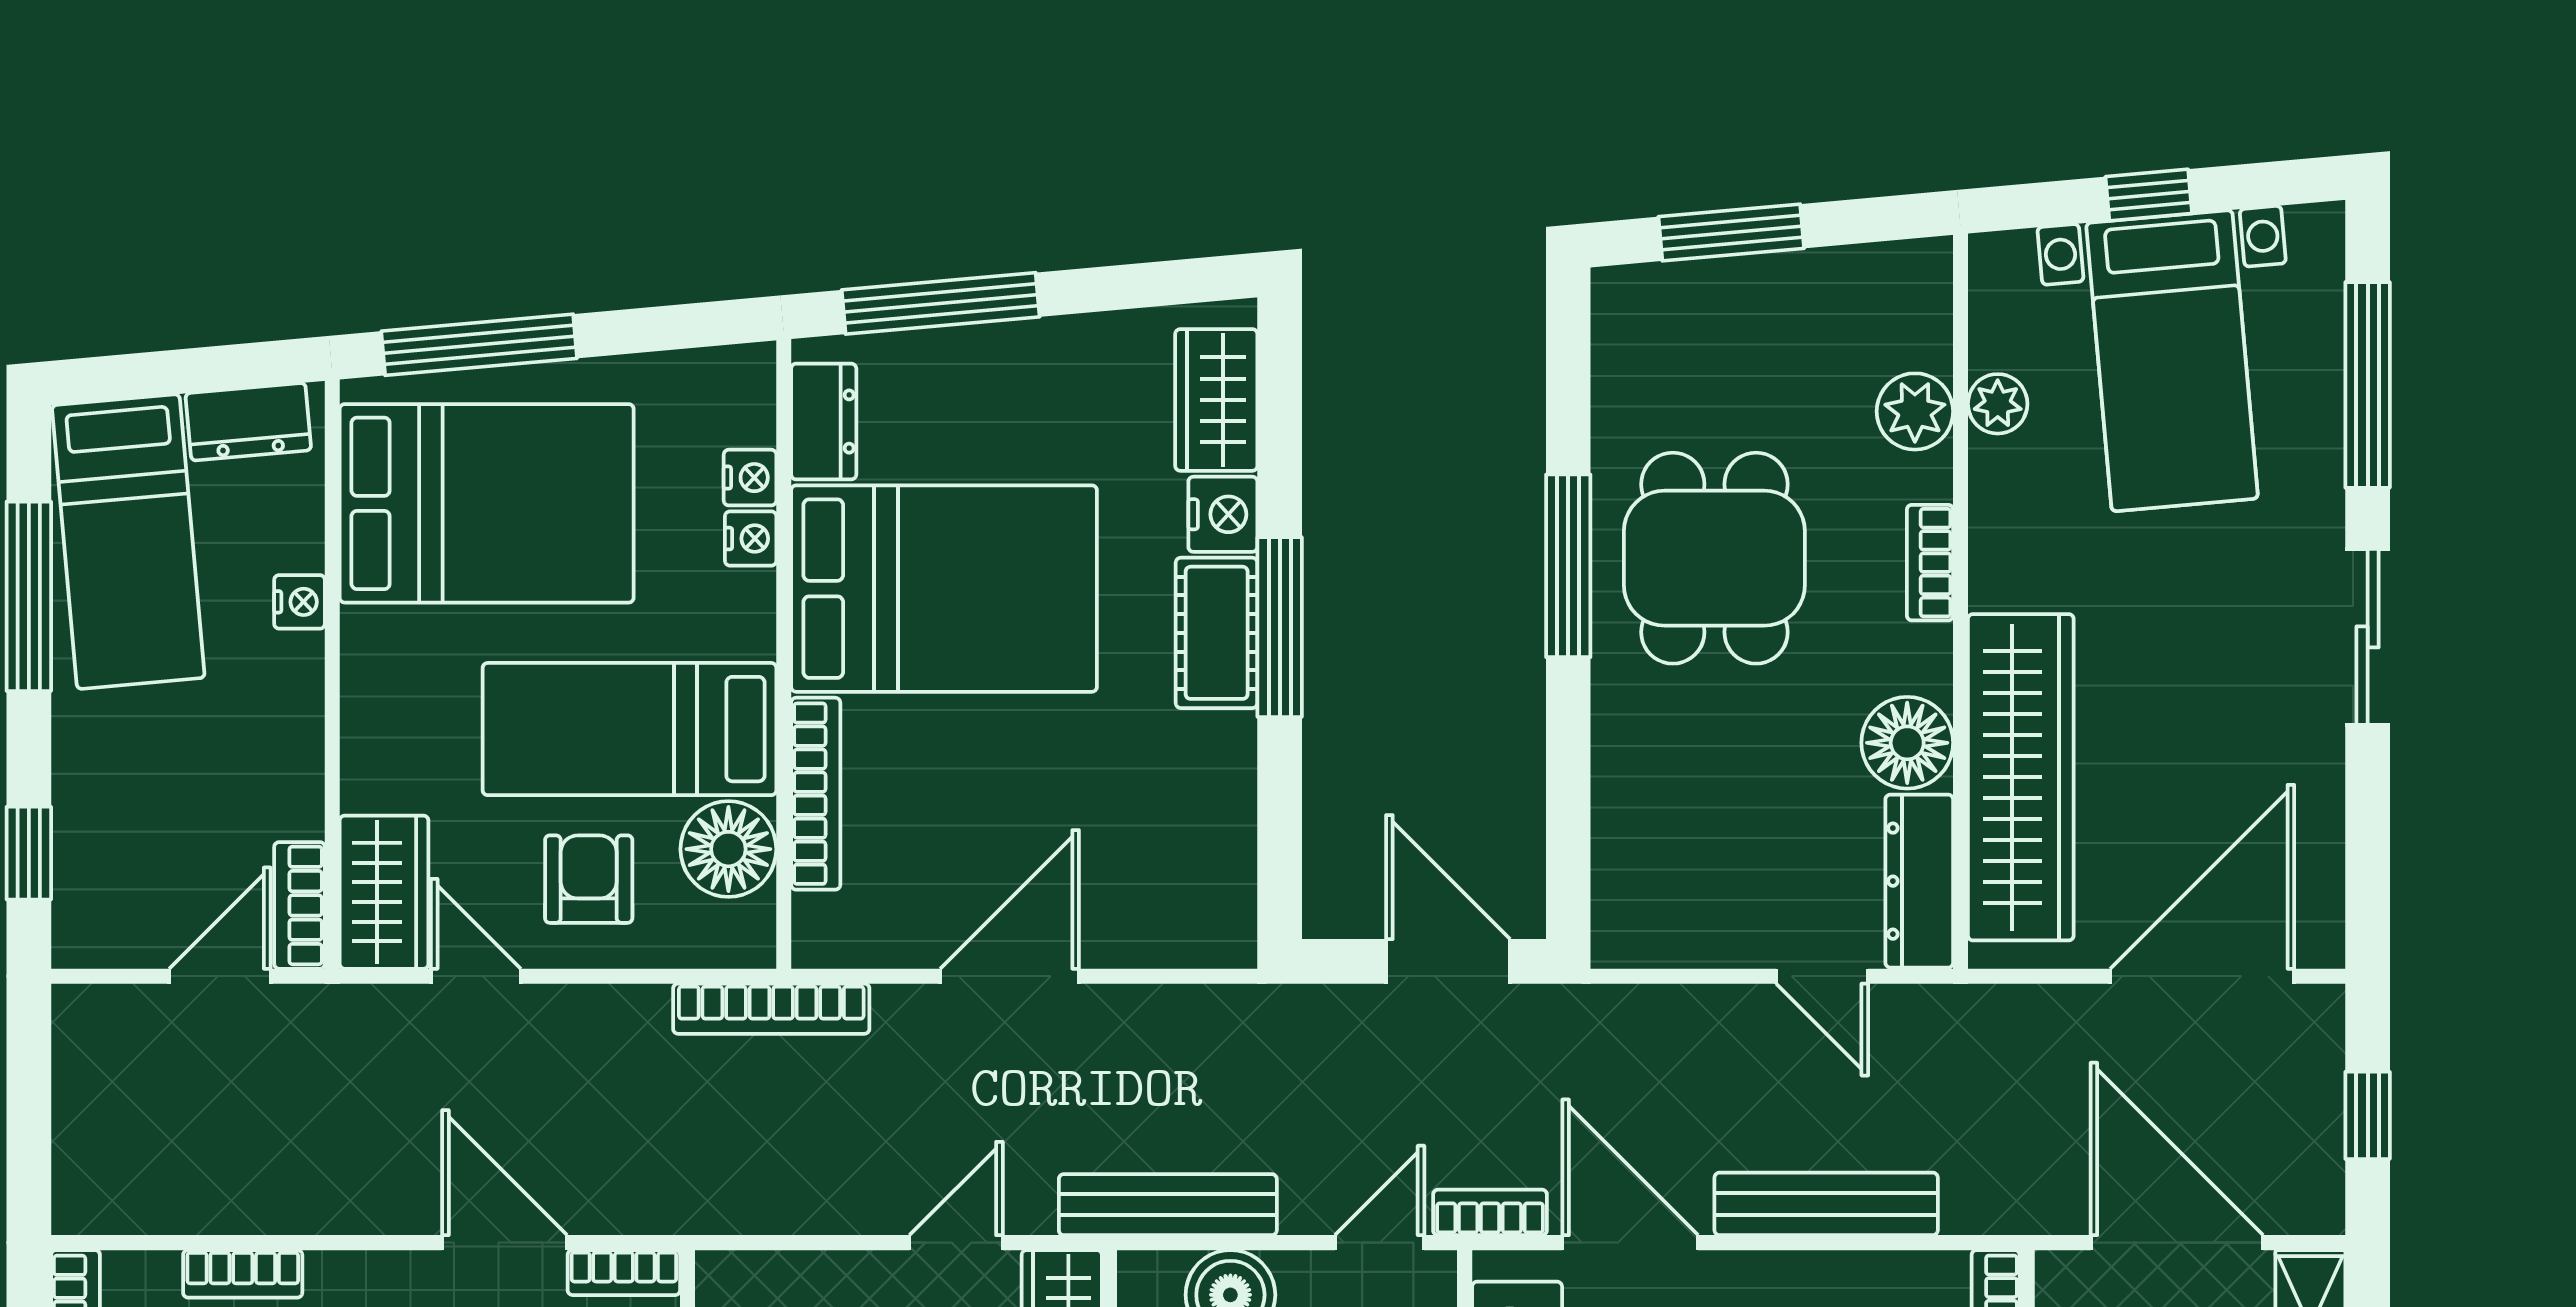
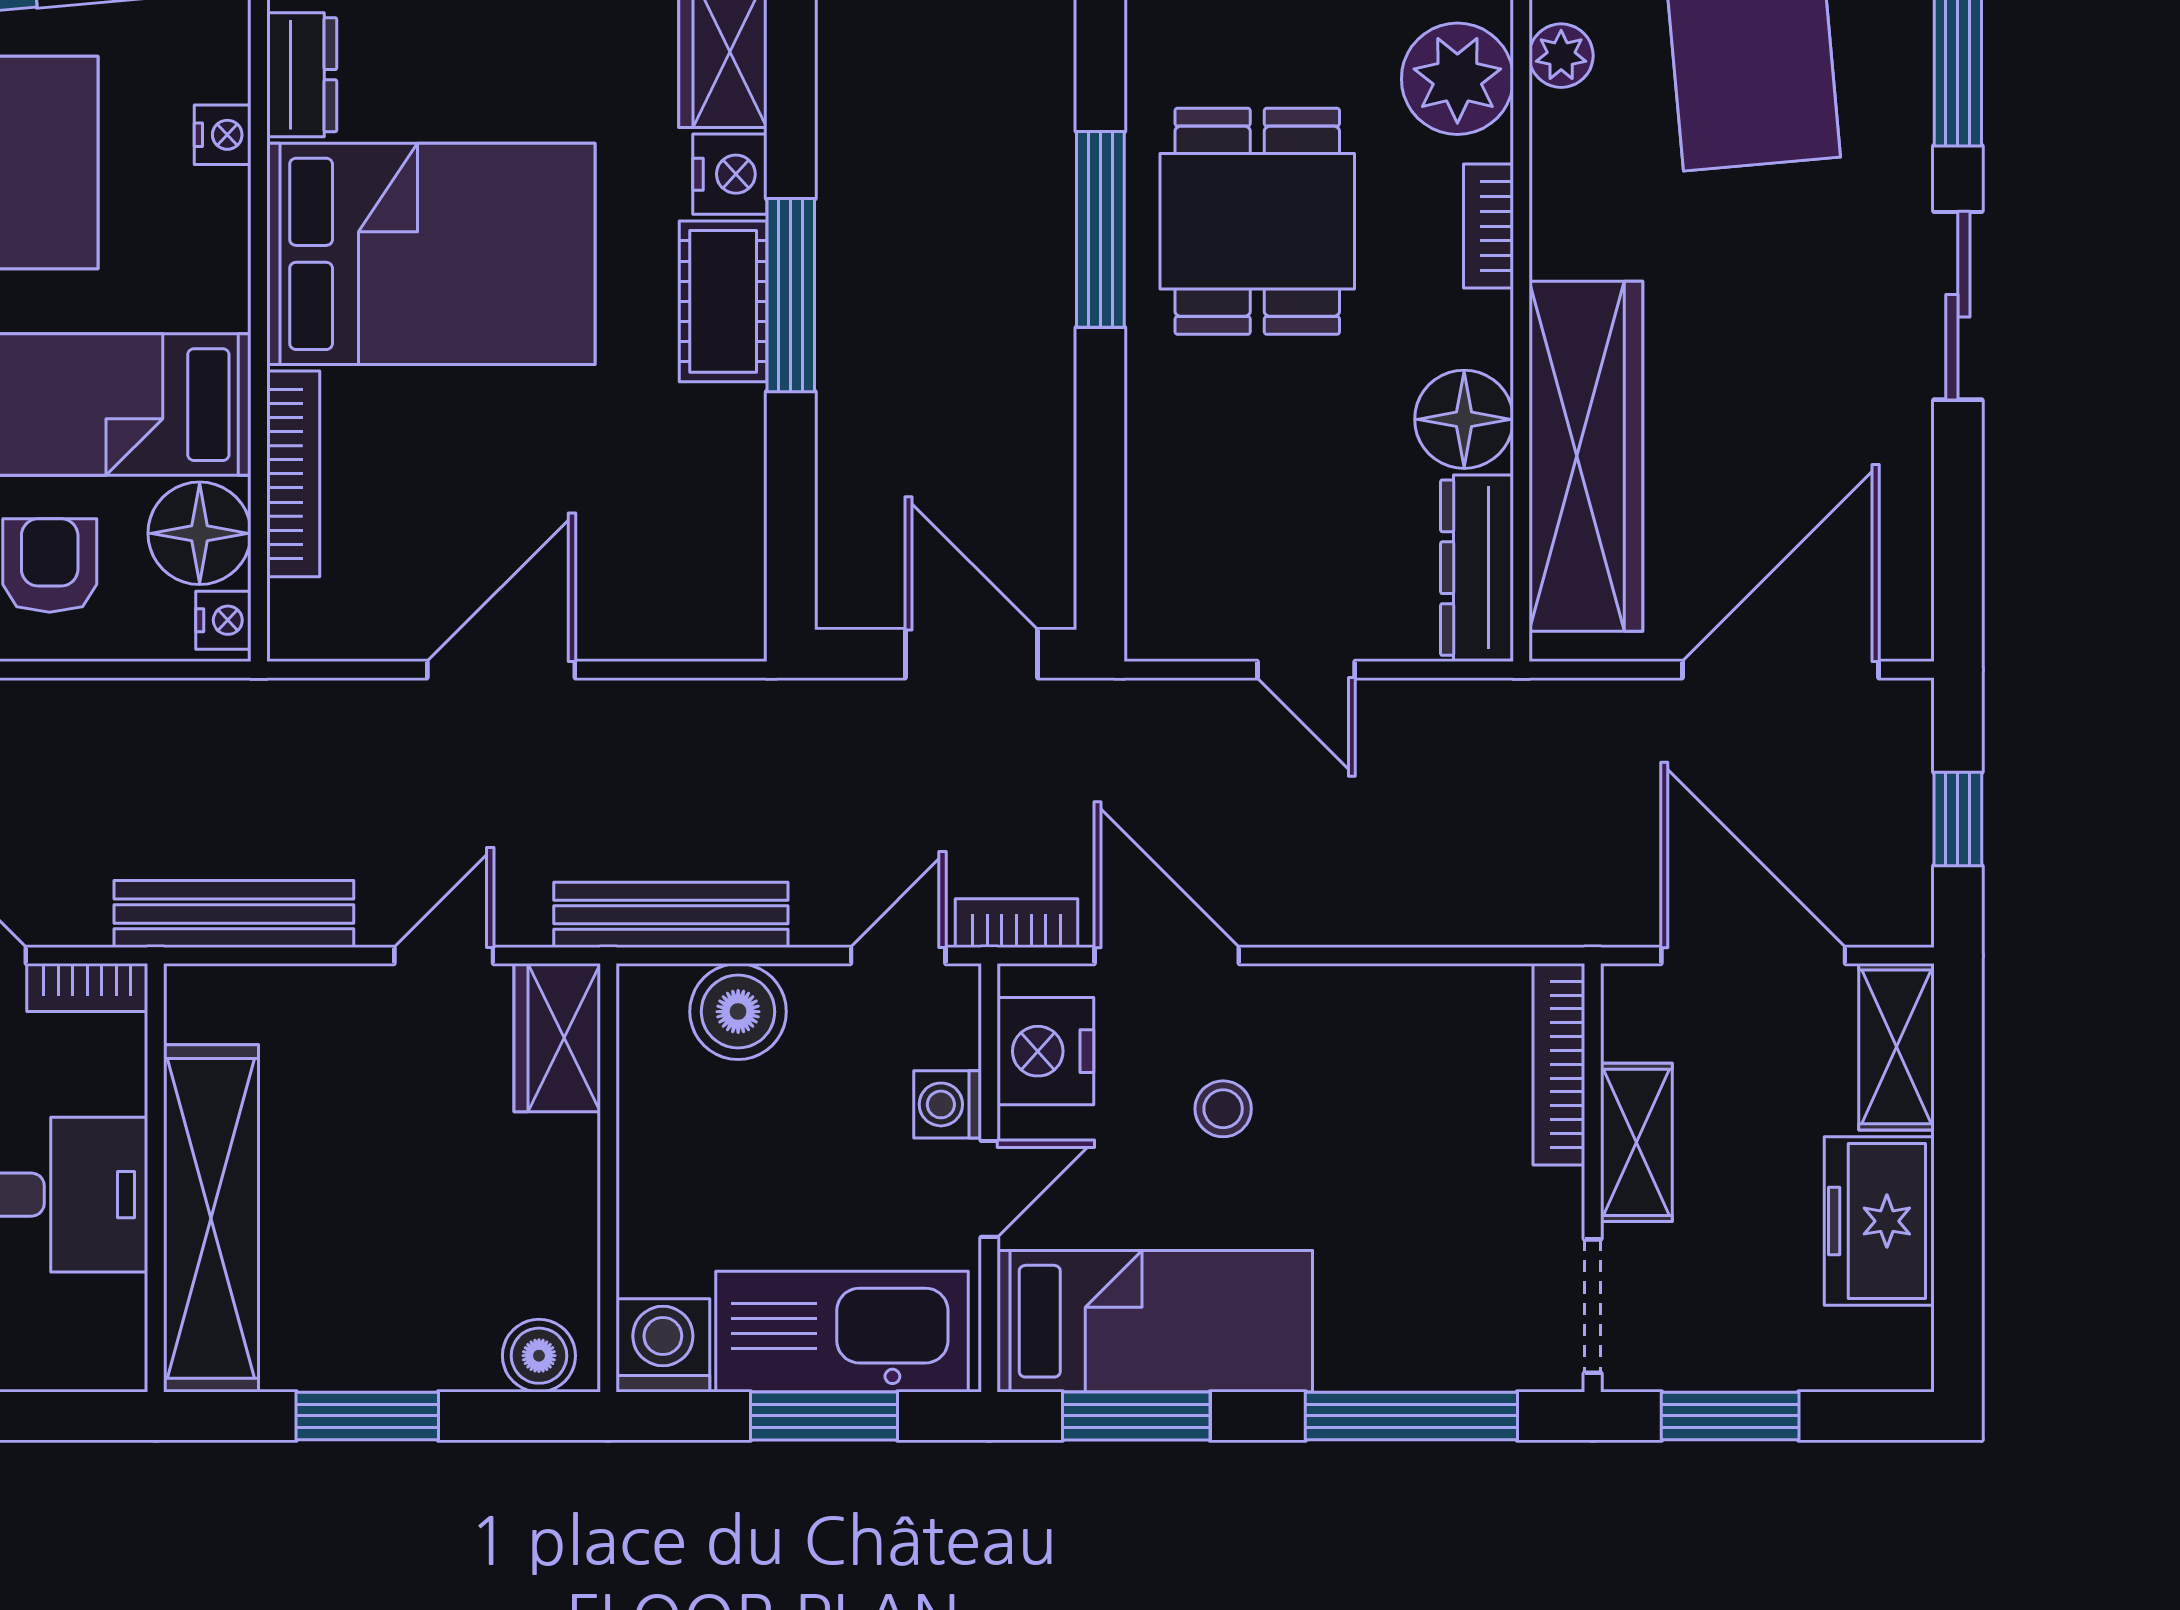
plant: (1915, 411) -> (1457, 79), width x1.36, depth x1.36
nightstand: (751, 539) -> (223, 620), moved
door: (1822, 976) -> (1306, 670), moved
bookcase: (771, 1009) -> (245, 705), removed
bench: (1826, 1204) -> (234, 914), moved

